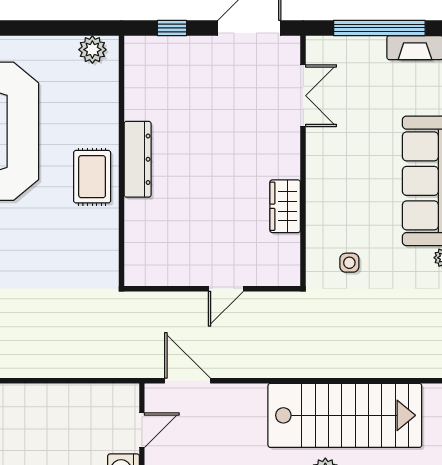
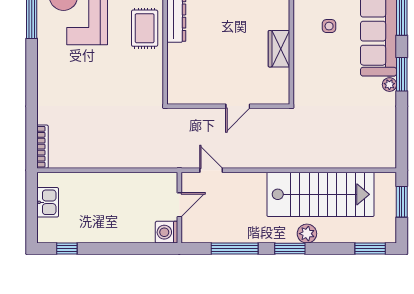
side table: (349, 263) -> (329, 26), moved
door: (188, 381) -> (211, 170), width x0.73

